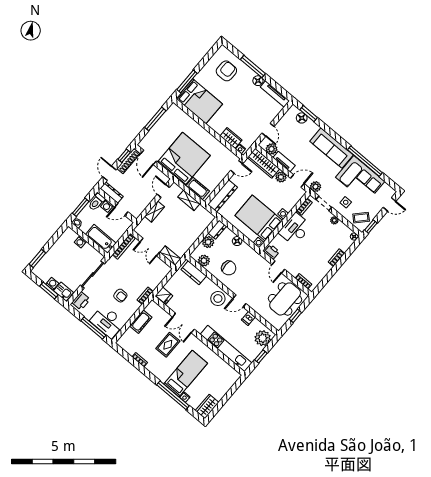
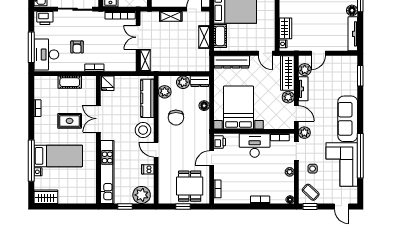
floor lamp: (302, 118) -> (352, 73), removed
kitchen counter: (194, 273) -> (147, 98), width x1.50
dining table: (285, 299) -> (190, 186), width x0.73

